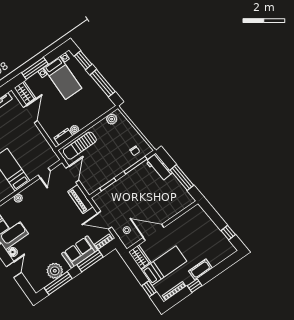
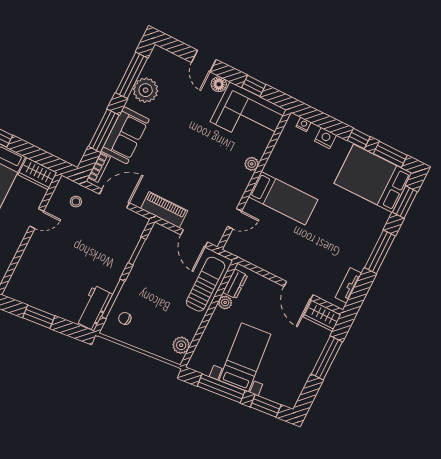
bed with nightstands: (63, 78) -> (245, 357), moved, turned 85
workbench: (159, 167) -> (94, 308), moved, turned -85
door: (44, 173) -> (235, 219), swing flipped
window: (182, 178) -> (39, 317), width x0.69
door: (154, 232) -> (37, 219), width x0.53

